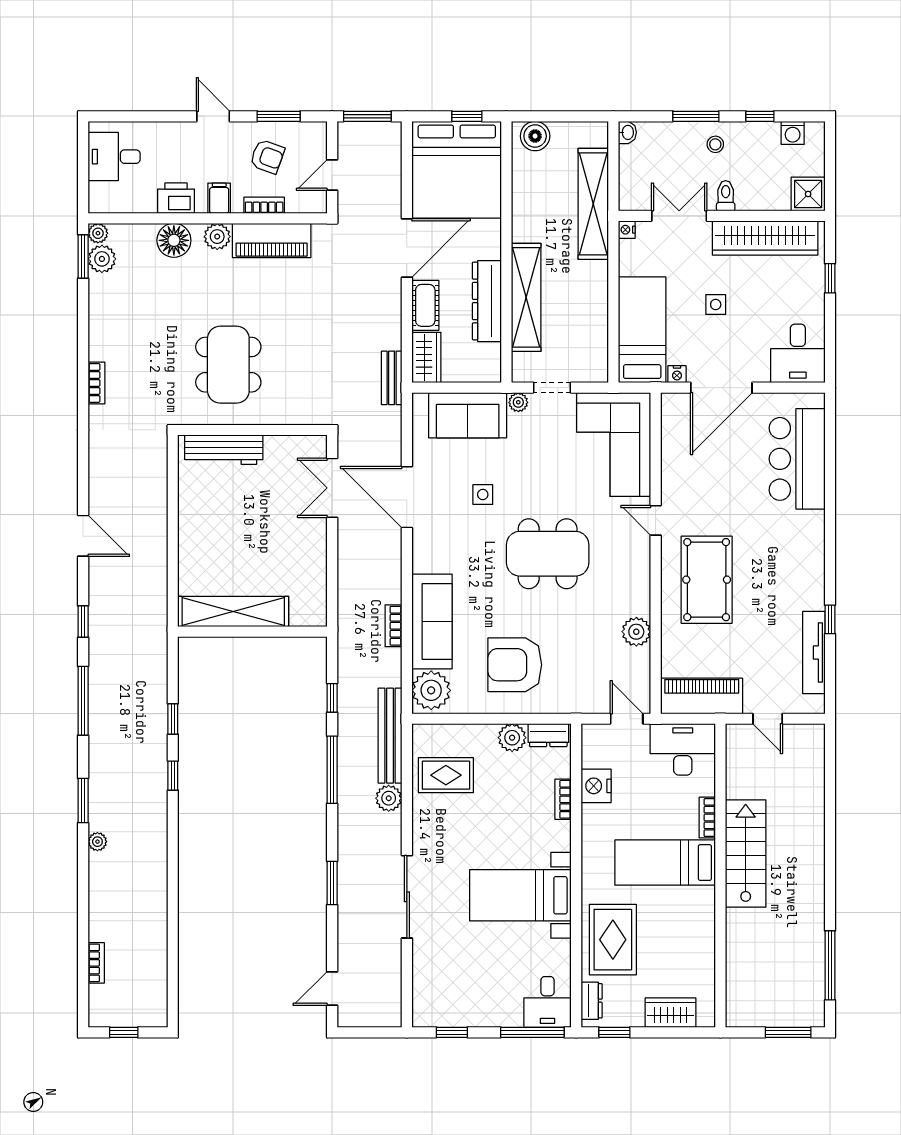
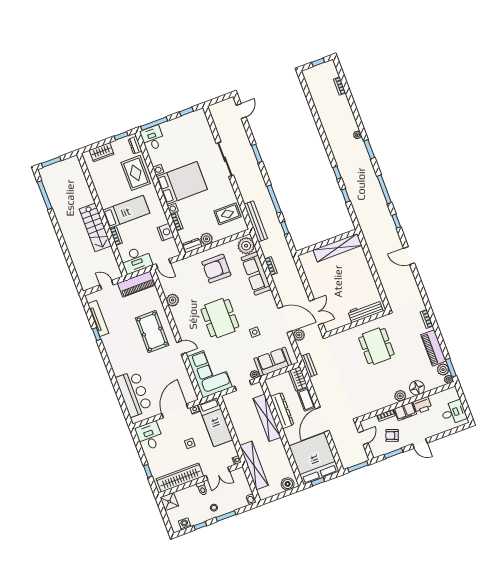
filing cabinet: (219, 198) -> (405, 412), width x2.00
piano: (272, 240) -> (433, 348), moved, turned -90
dining table: (548, 554) -> (220, 318), turned 90
armchair: (515, 665) -> (216, 269), turned 180
plant: (389, 798) -> (299, 335), moved
bed with nightstands: (520, 895) -> (182, 183), width x1.36

